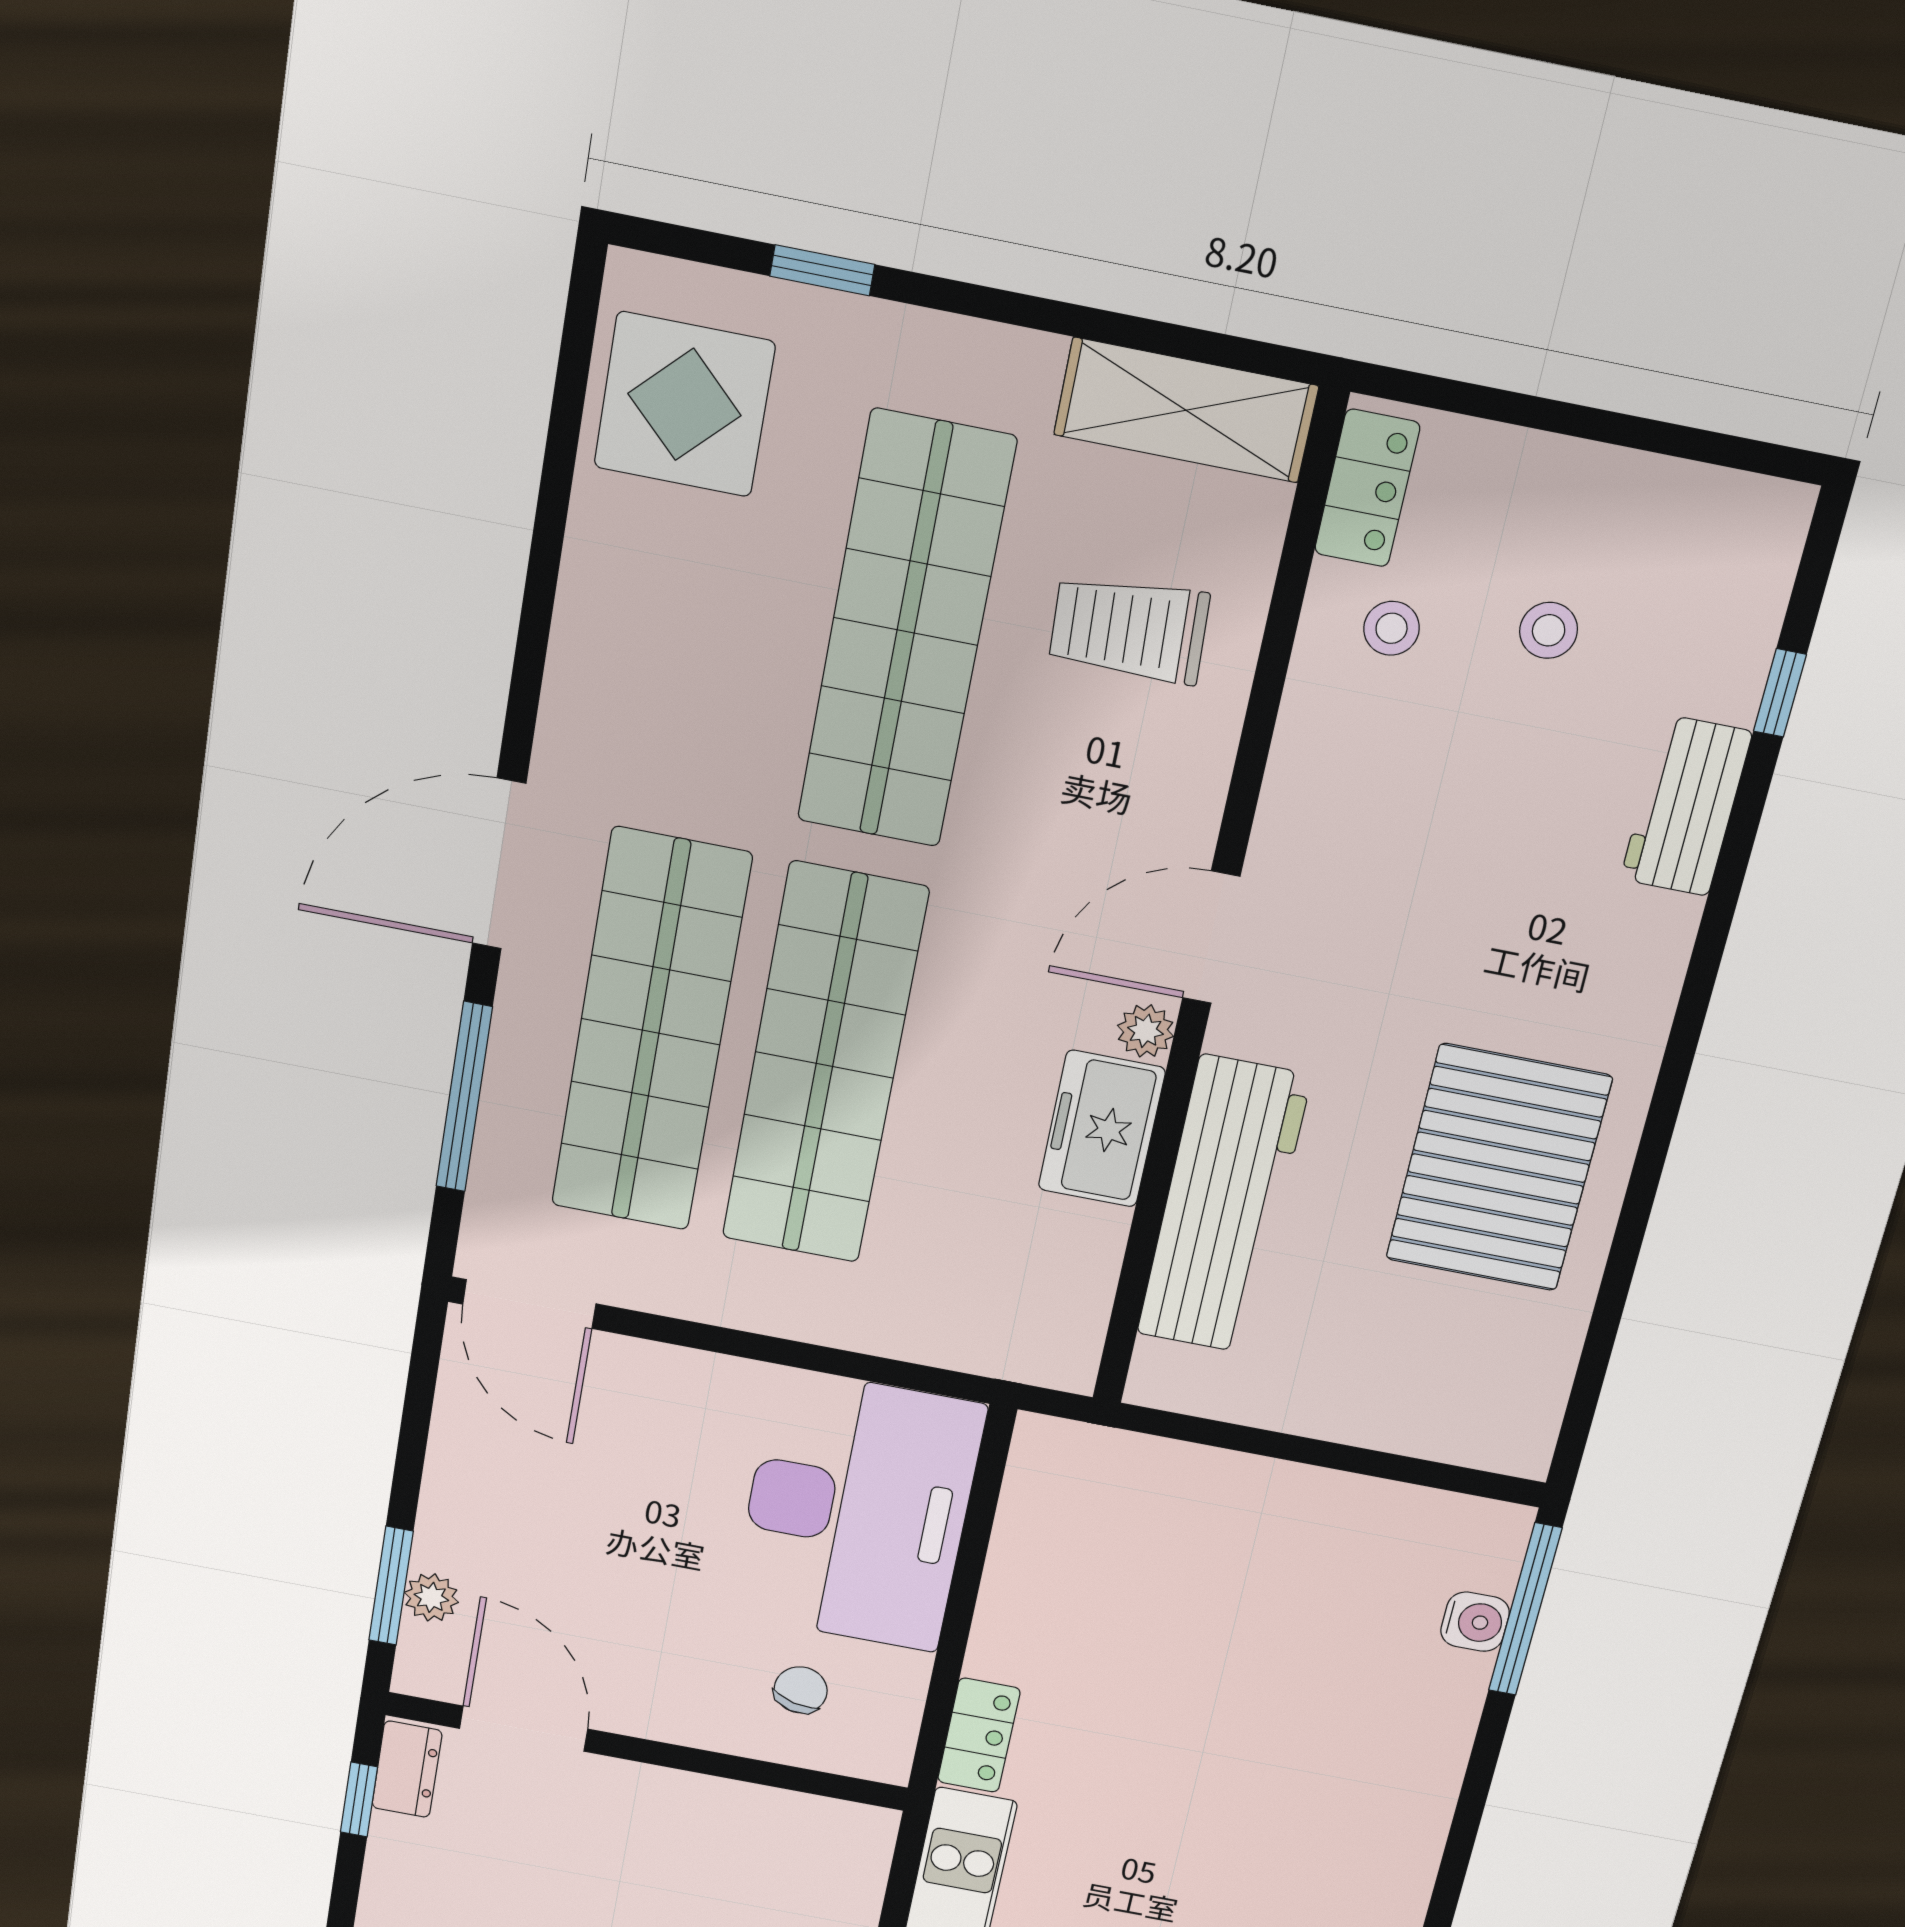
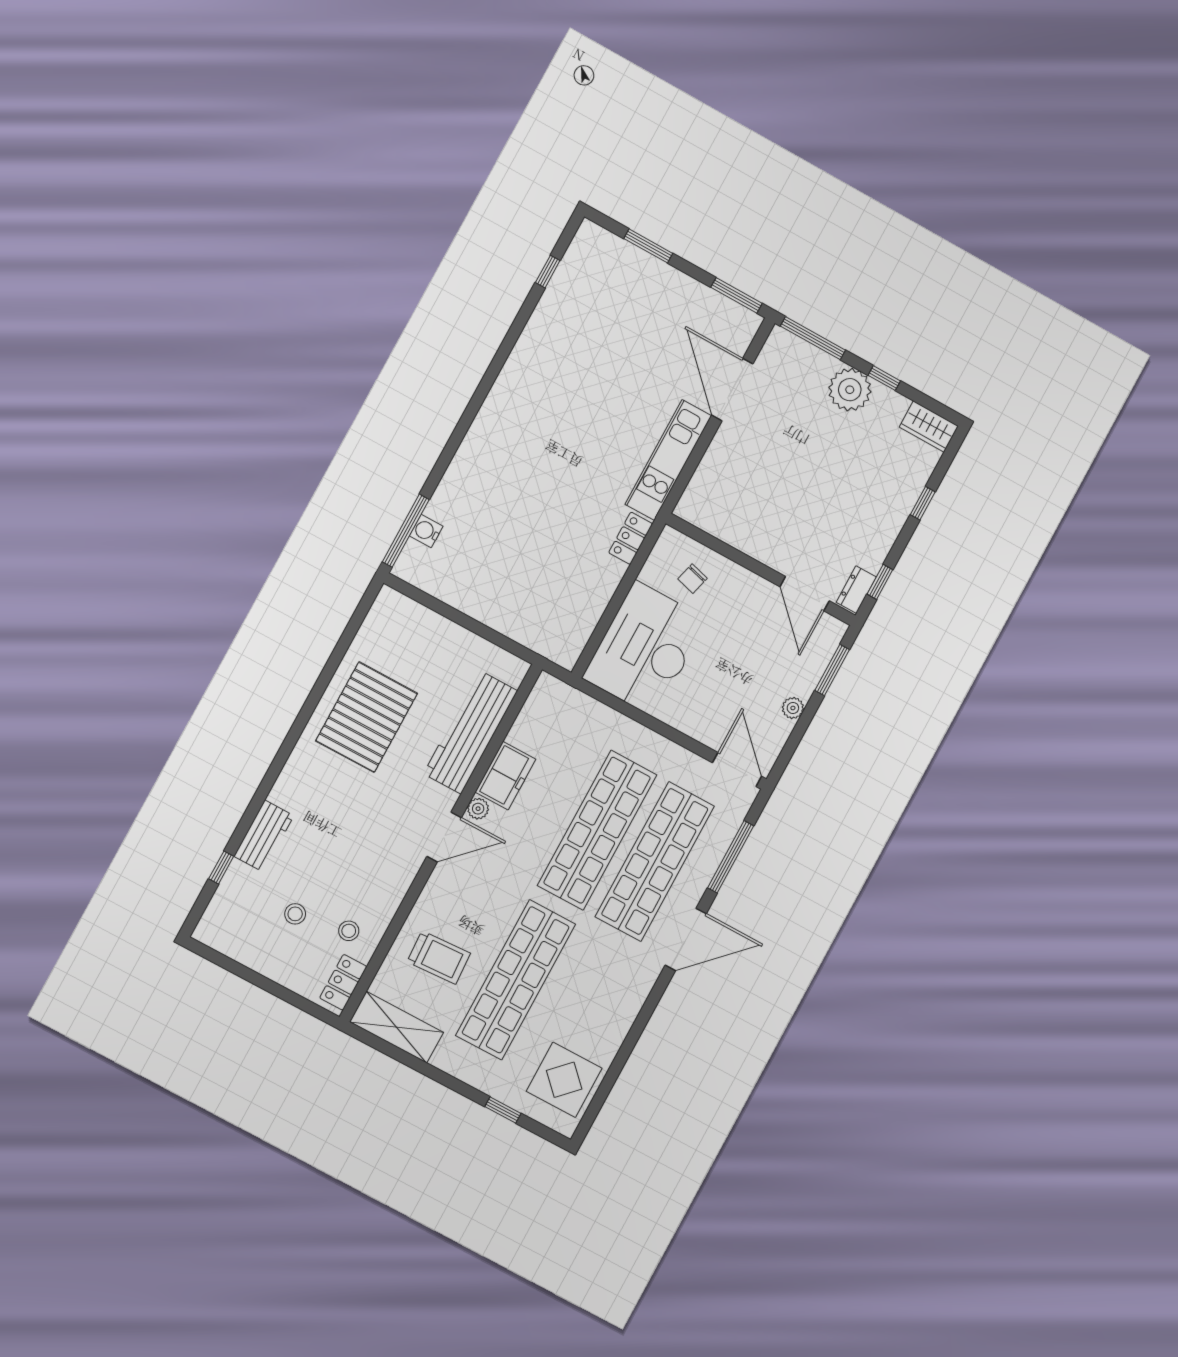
plant: (431, 1597) -> (793, 708), moved

